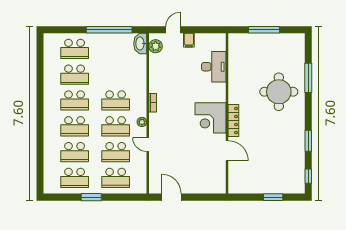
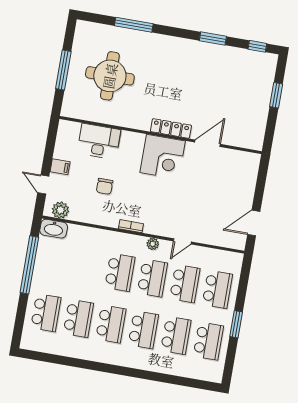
chair: (180, 77) -> (105, 186), added
round table: (279, 92) -> (110, 76), moved

